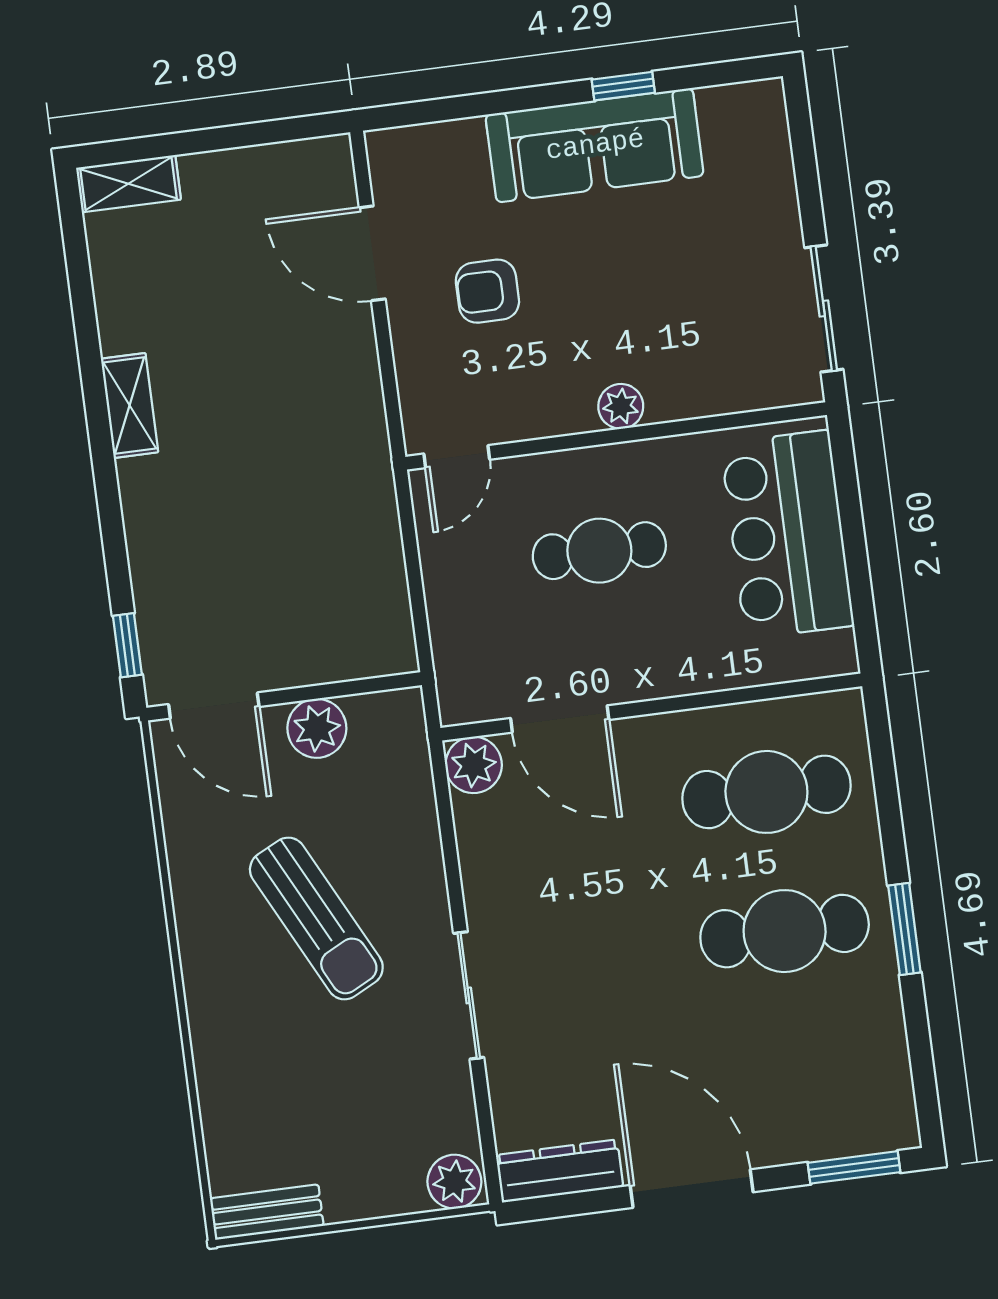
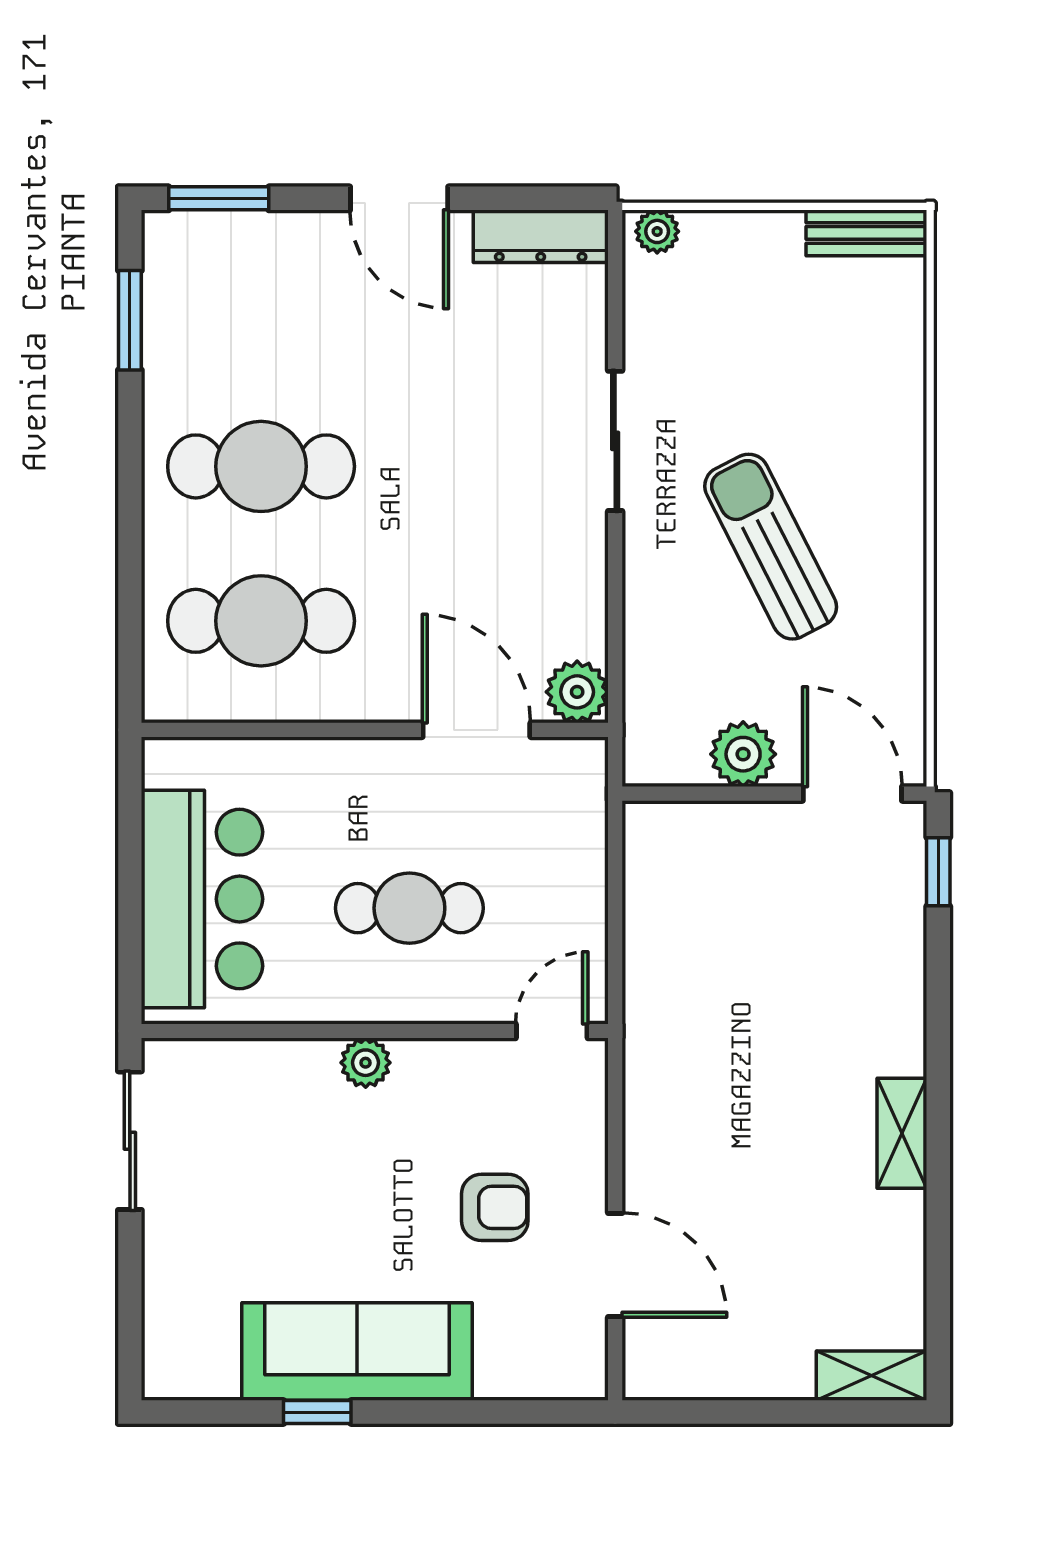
window: (904, 929) -> (130, 320), moved
plant: (454, 1182) -> (657, 231), width x0.73, depth x0.73
door: (692, 1189) -> (399, 198), width x0.73

